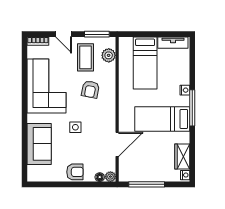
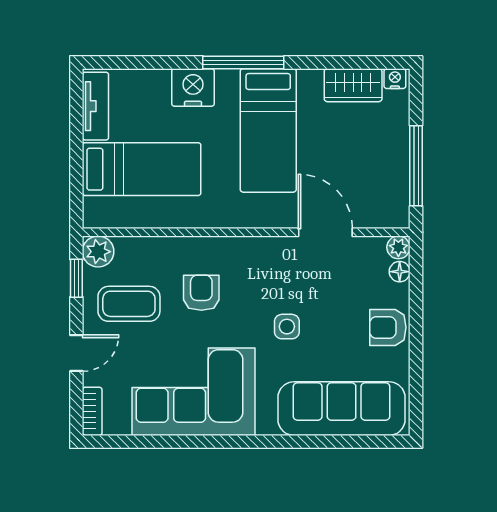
window: (97, 34) -> (76, 278), width x0.67
plant: (109, 55) -> (98, 252), moved
armchair: (90, 89) -> (201, 293), turned -101
nightstand: (185, 90) -> (193, 87), width x1.89, depth x1.79
sofa: (39, 144) -> (342, 409), width x1.36
armchair: (75, 172) -> (388, 327), turned -90

